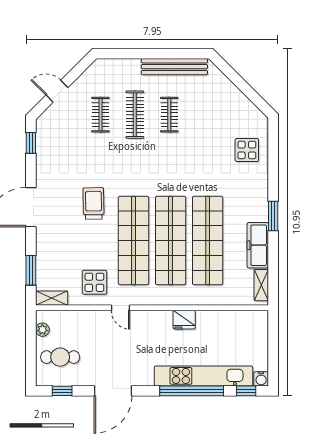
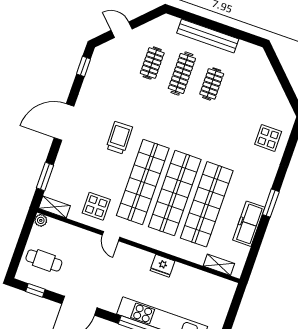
bench: (174, 67) -> (208, 36), moved
shelving: (261, 285) -> (219, 265), moved, turned 90
plant: (42, 330) -> (41, 220), moved

